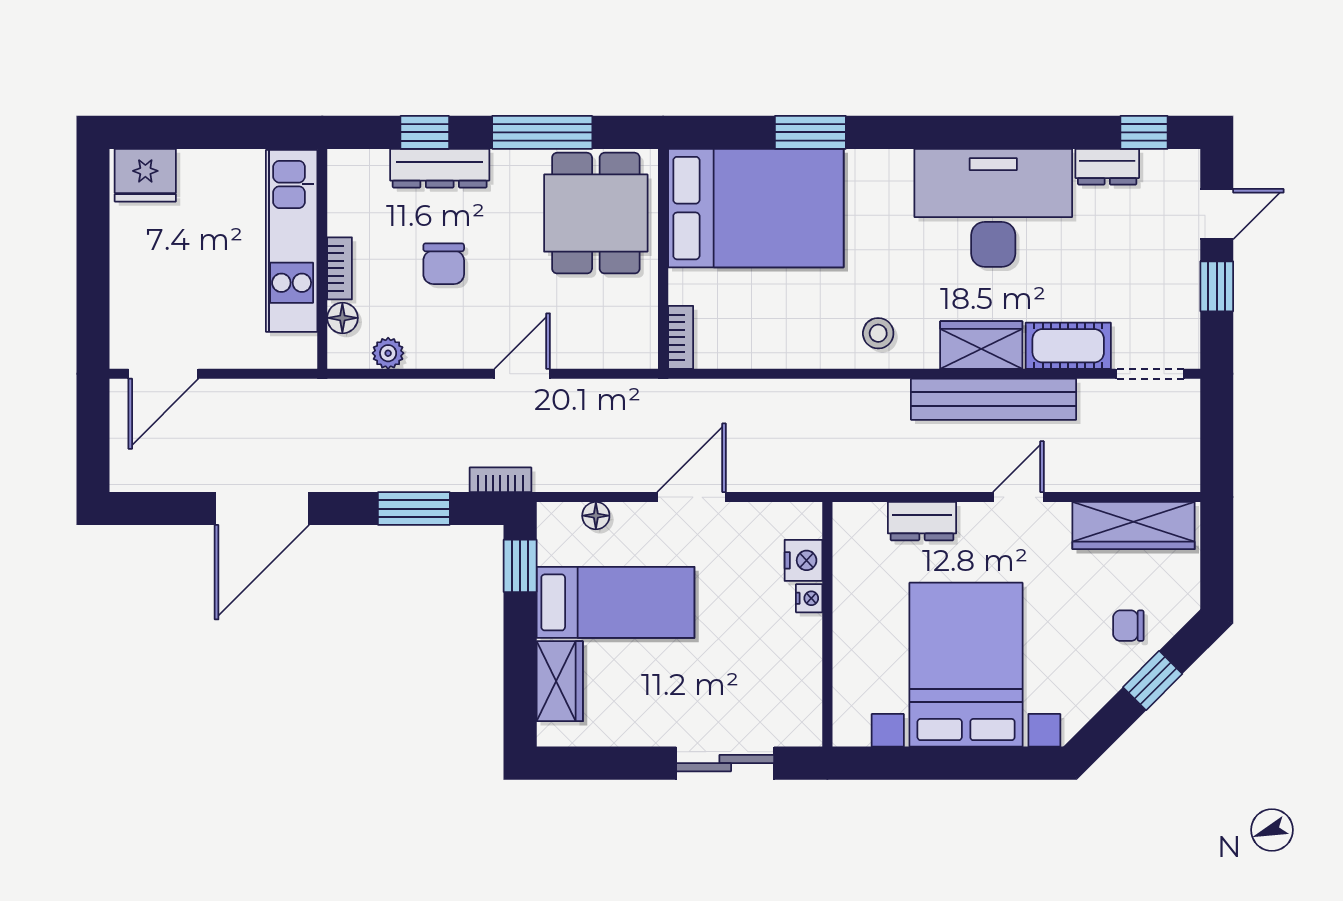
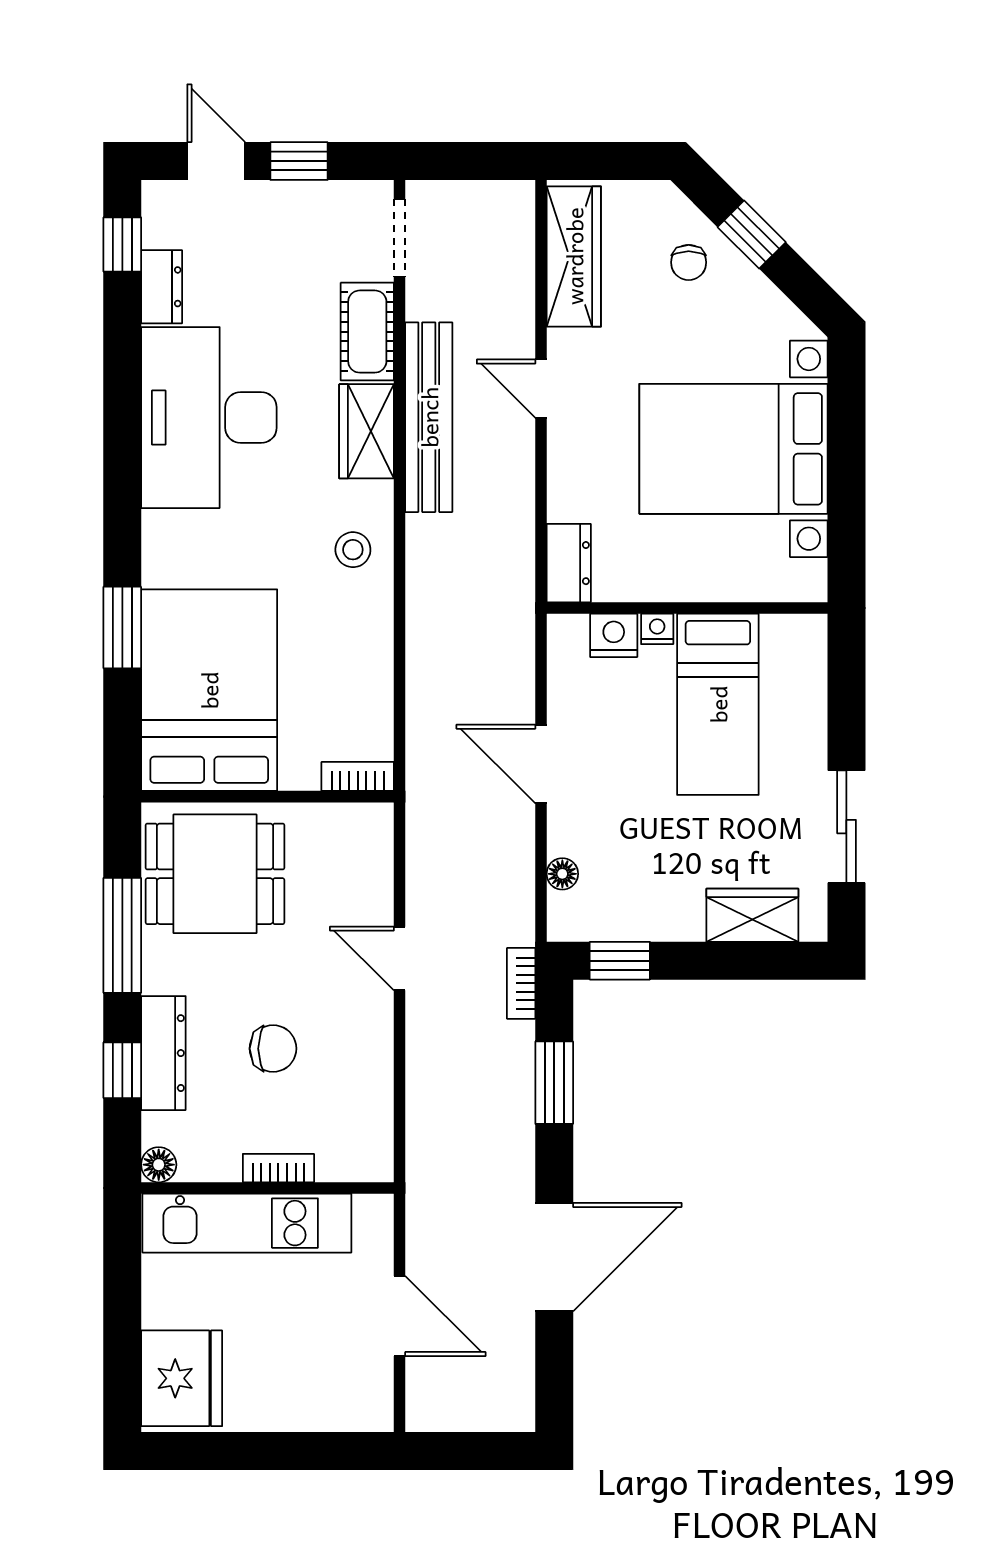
fridge: (145, 175) -> (182, 1378), width x1.36, depth x1.34
floor lamp: (342, 318) -> (159, 1165), moved
plant: (388, 353) -> (376, 1112), removed
door: (163, 374) -> (399, 1316), moved
door: (262, 509) -> (554, 1257), hinge flipped
dresser: (922, 521) -> (569, 563), moved
bed: (616, 602) -> (718, 704), moved, turned 180
sliding door: (725, 763) -> (846, 827), moved

